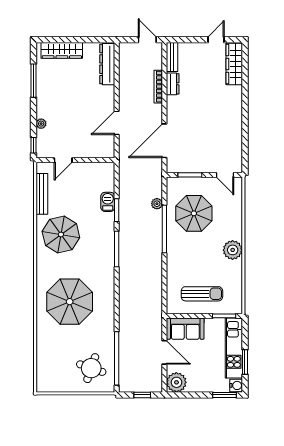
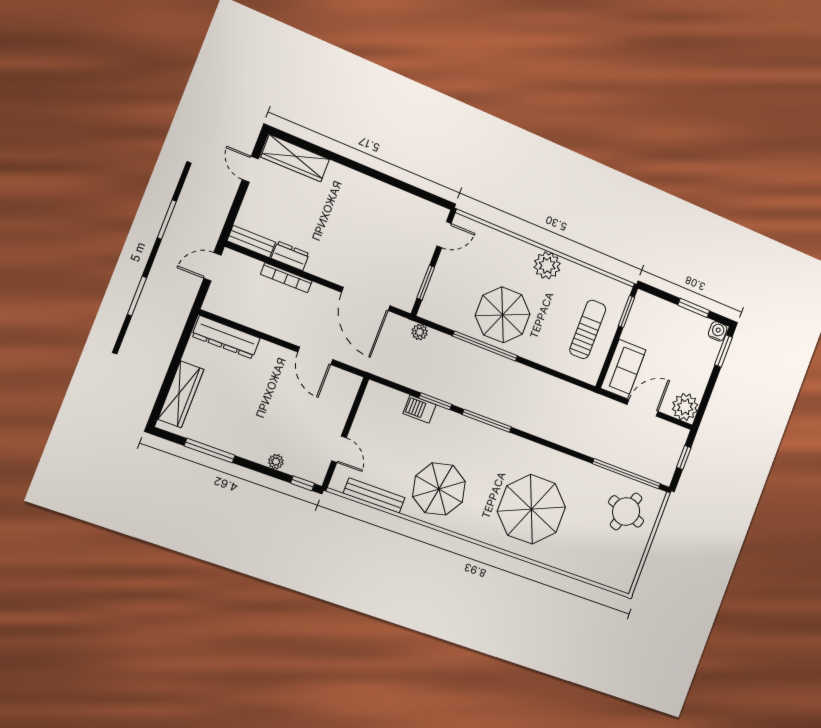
plant: (157, 204) -> (420, 332), moved
parasol: (194, 213) -> (503, 315), moved
kitchen unit: (234, 348) -> (671, 315), removed

